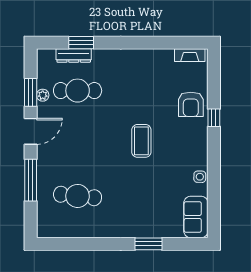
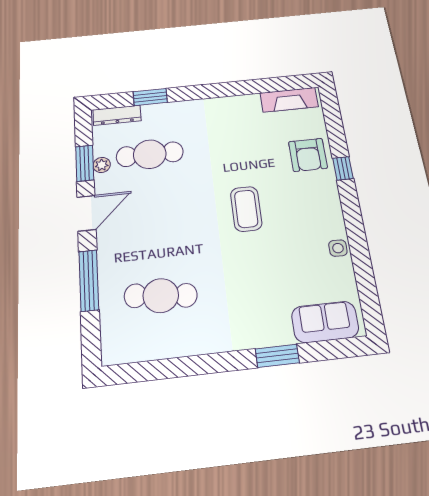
dresser: (74, 55) -> (117, 115), moved
fireplace: (190, 55) -> (289, 100), width x1.37, depth x1.32
sofa: (196, 217) -> (325, 322), moved, turned 90

